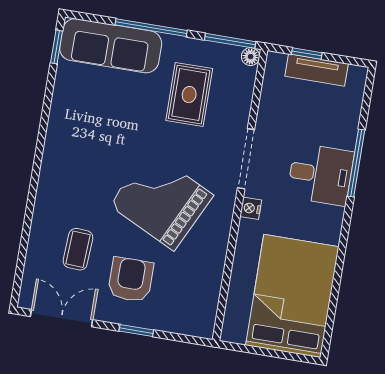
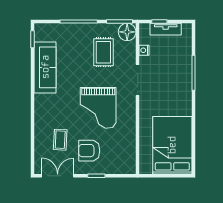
sofa: (111, 46) -> (45, 67), moved, turned -90
floor lamp: (251, 57) -> (127, 32), width x1.89, depth x1.89
desk: (320, 174) -> (176, 82), removed
grand piano: (161, 200) -> (98, 108), turned -116
nightstand: (251, 208) -> (144, 50), moved
armchair: (131, 280) -> (89, 151), turned -90

